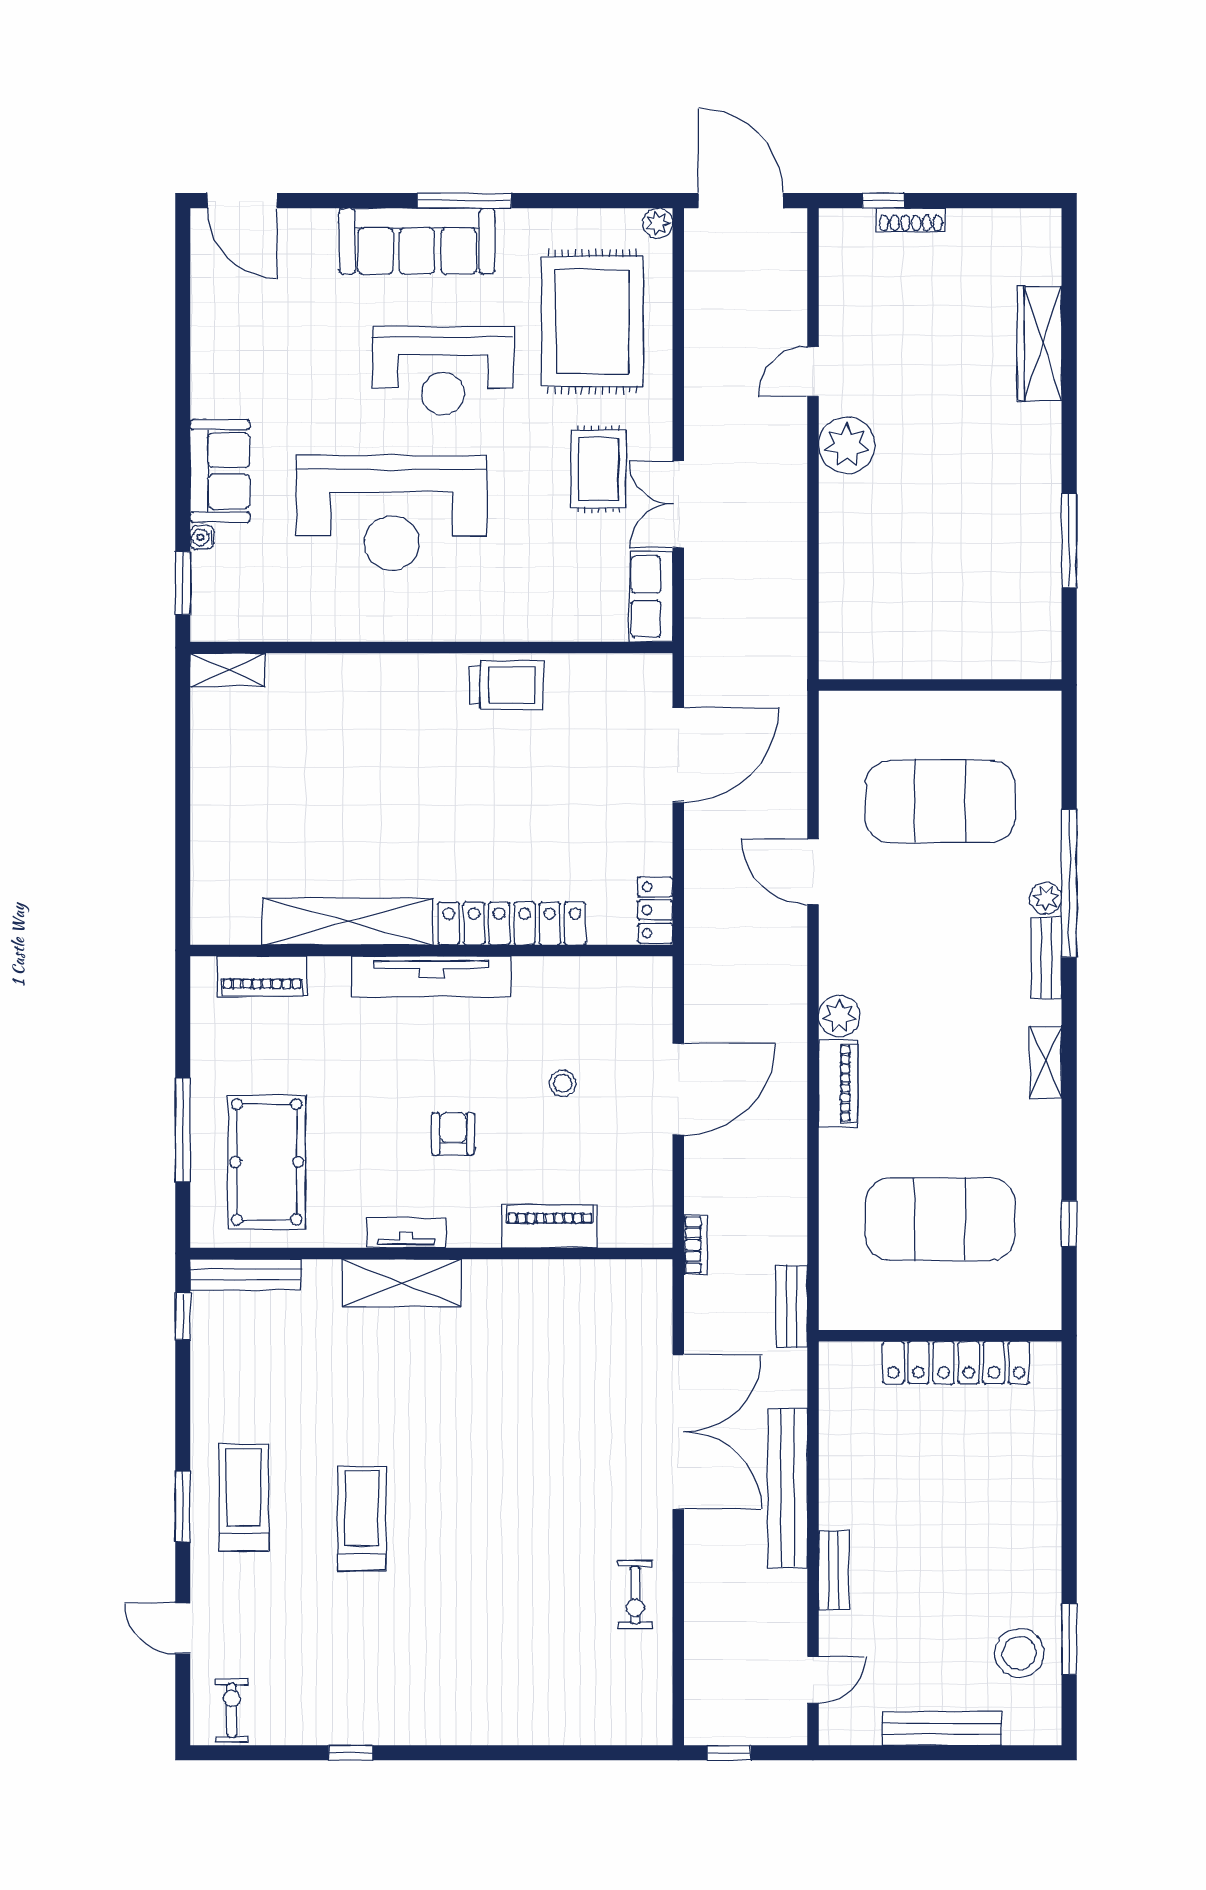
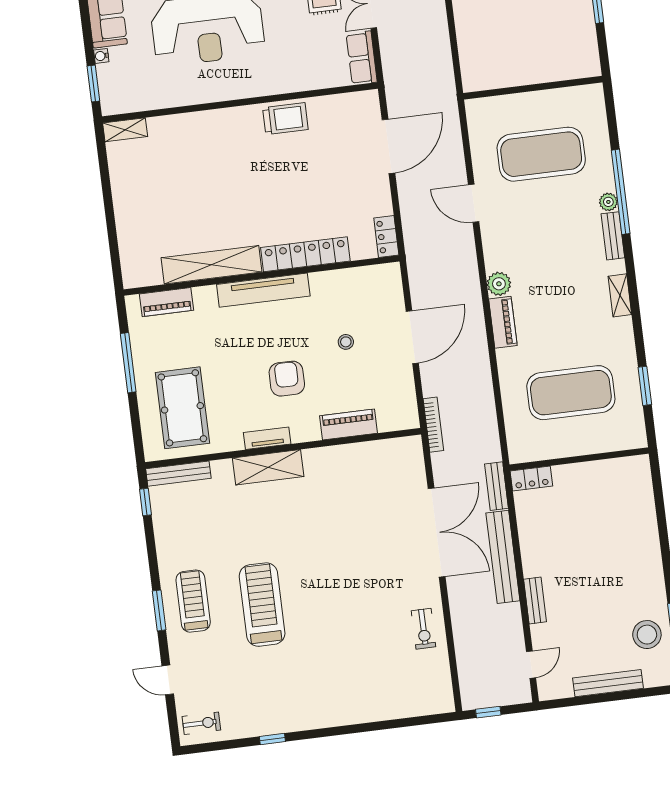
window: (183, 1130) -> (128, 363), moved
armchair: (453, 1134) -> (287, 379), width x1.38, depth x1.38
window: (1069, 1224) -> (645, 386), width x1.50
bookcase: (696, 1245) -> (433, 425), width x1.56
bench: (792, 1307) -> (497, 486), moved
locker: (956, 1363) -> (531, 479), moved, width x0.46, depth x0.83
treadmill: (362, 1518) -> (262, 605), width x1.37, depth x1.38
exercise bike: (232, 1710) -> (201, 723), turned 90

